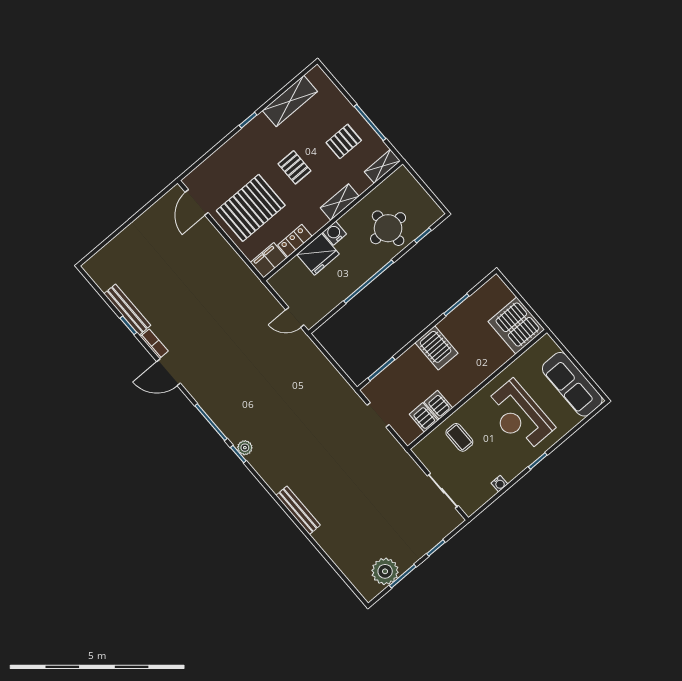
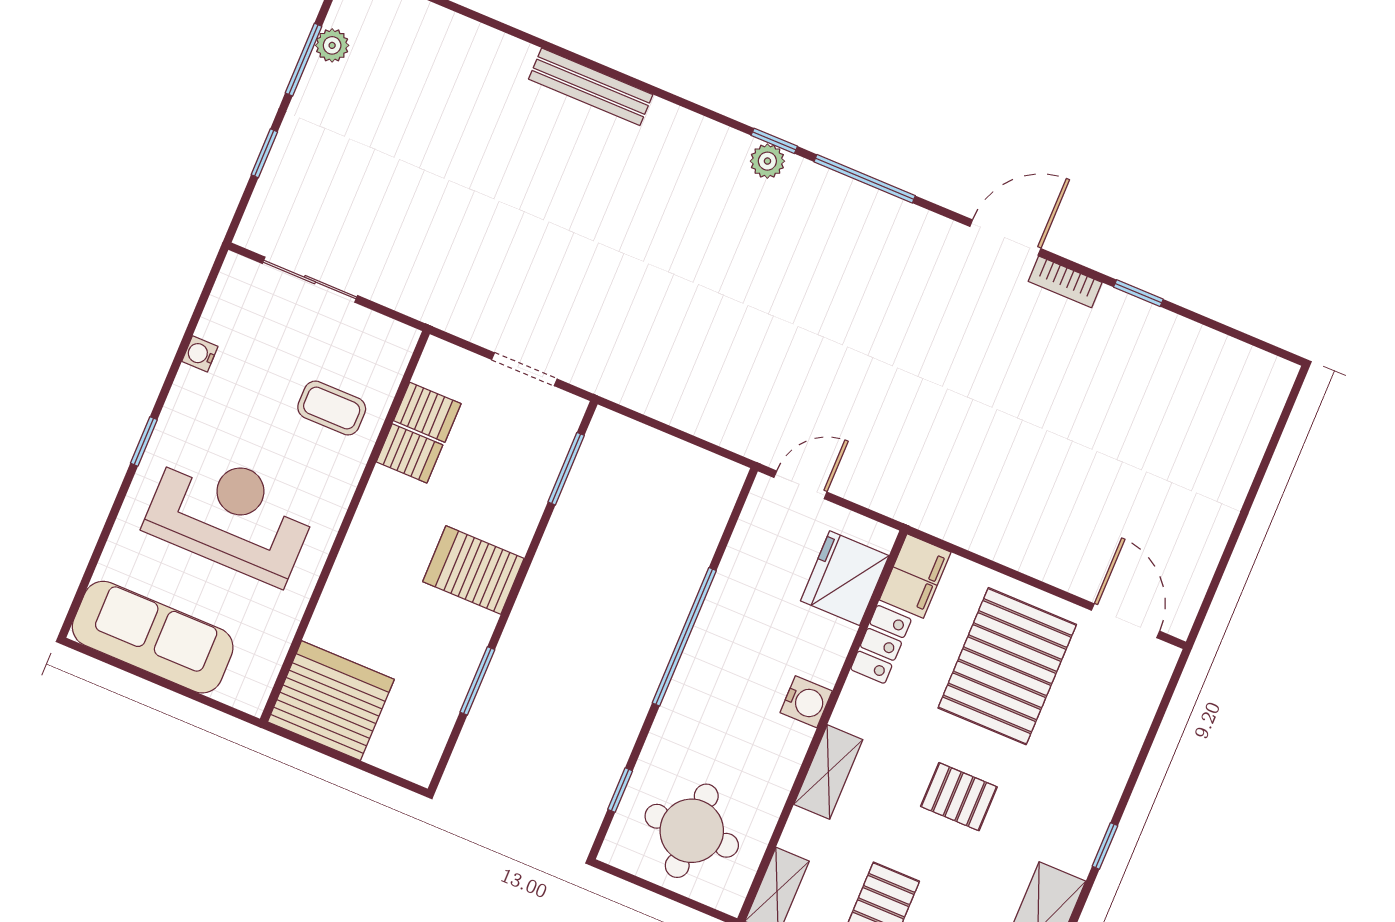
round table: (388, 228) -> (692, 831), moved
fridge: (318, 254) -> (845, 578), moved
bench: (127, 310) -> (1157, 325), removed
plant: (385, 571) -> (332, 45), width x0.53, depth x0.53

